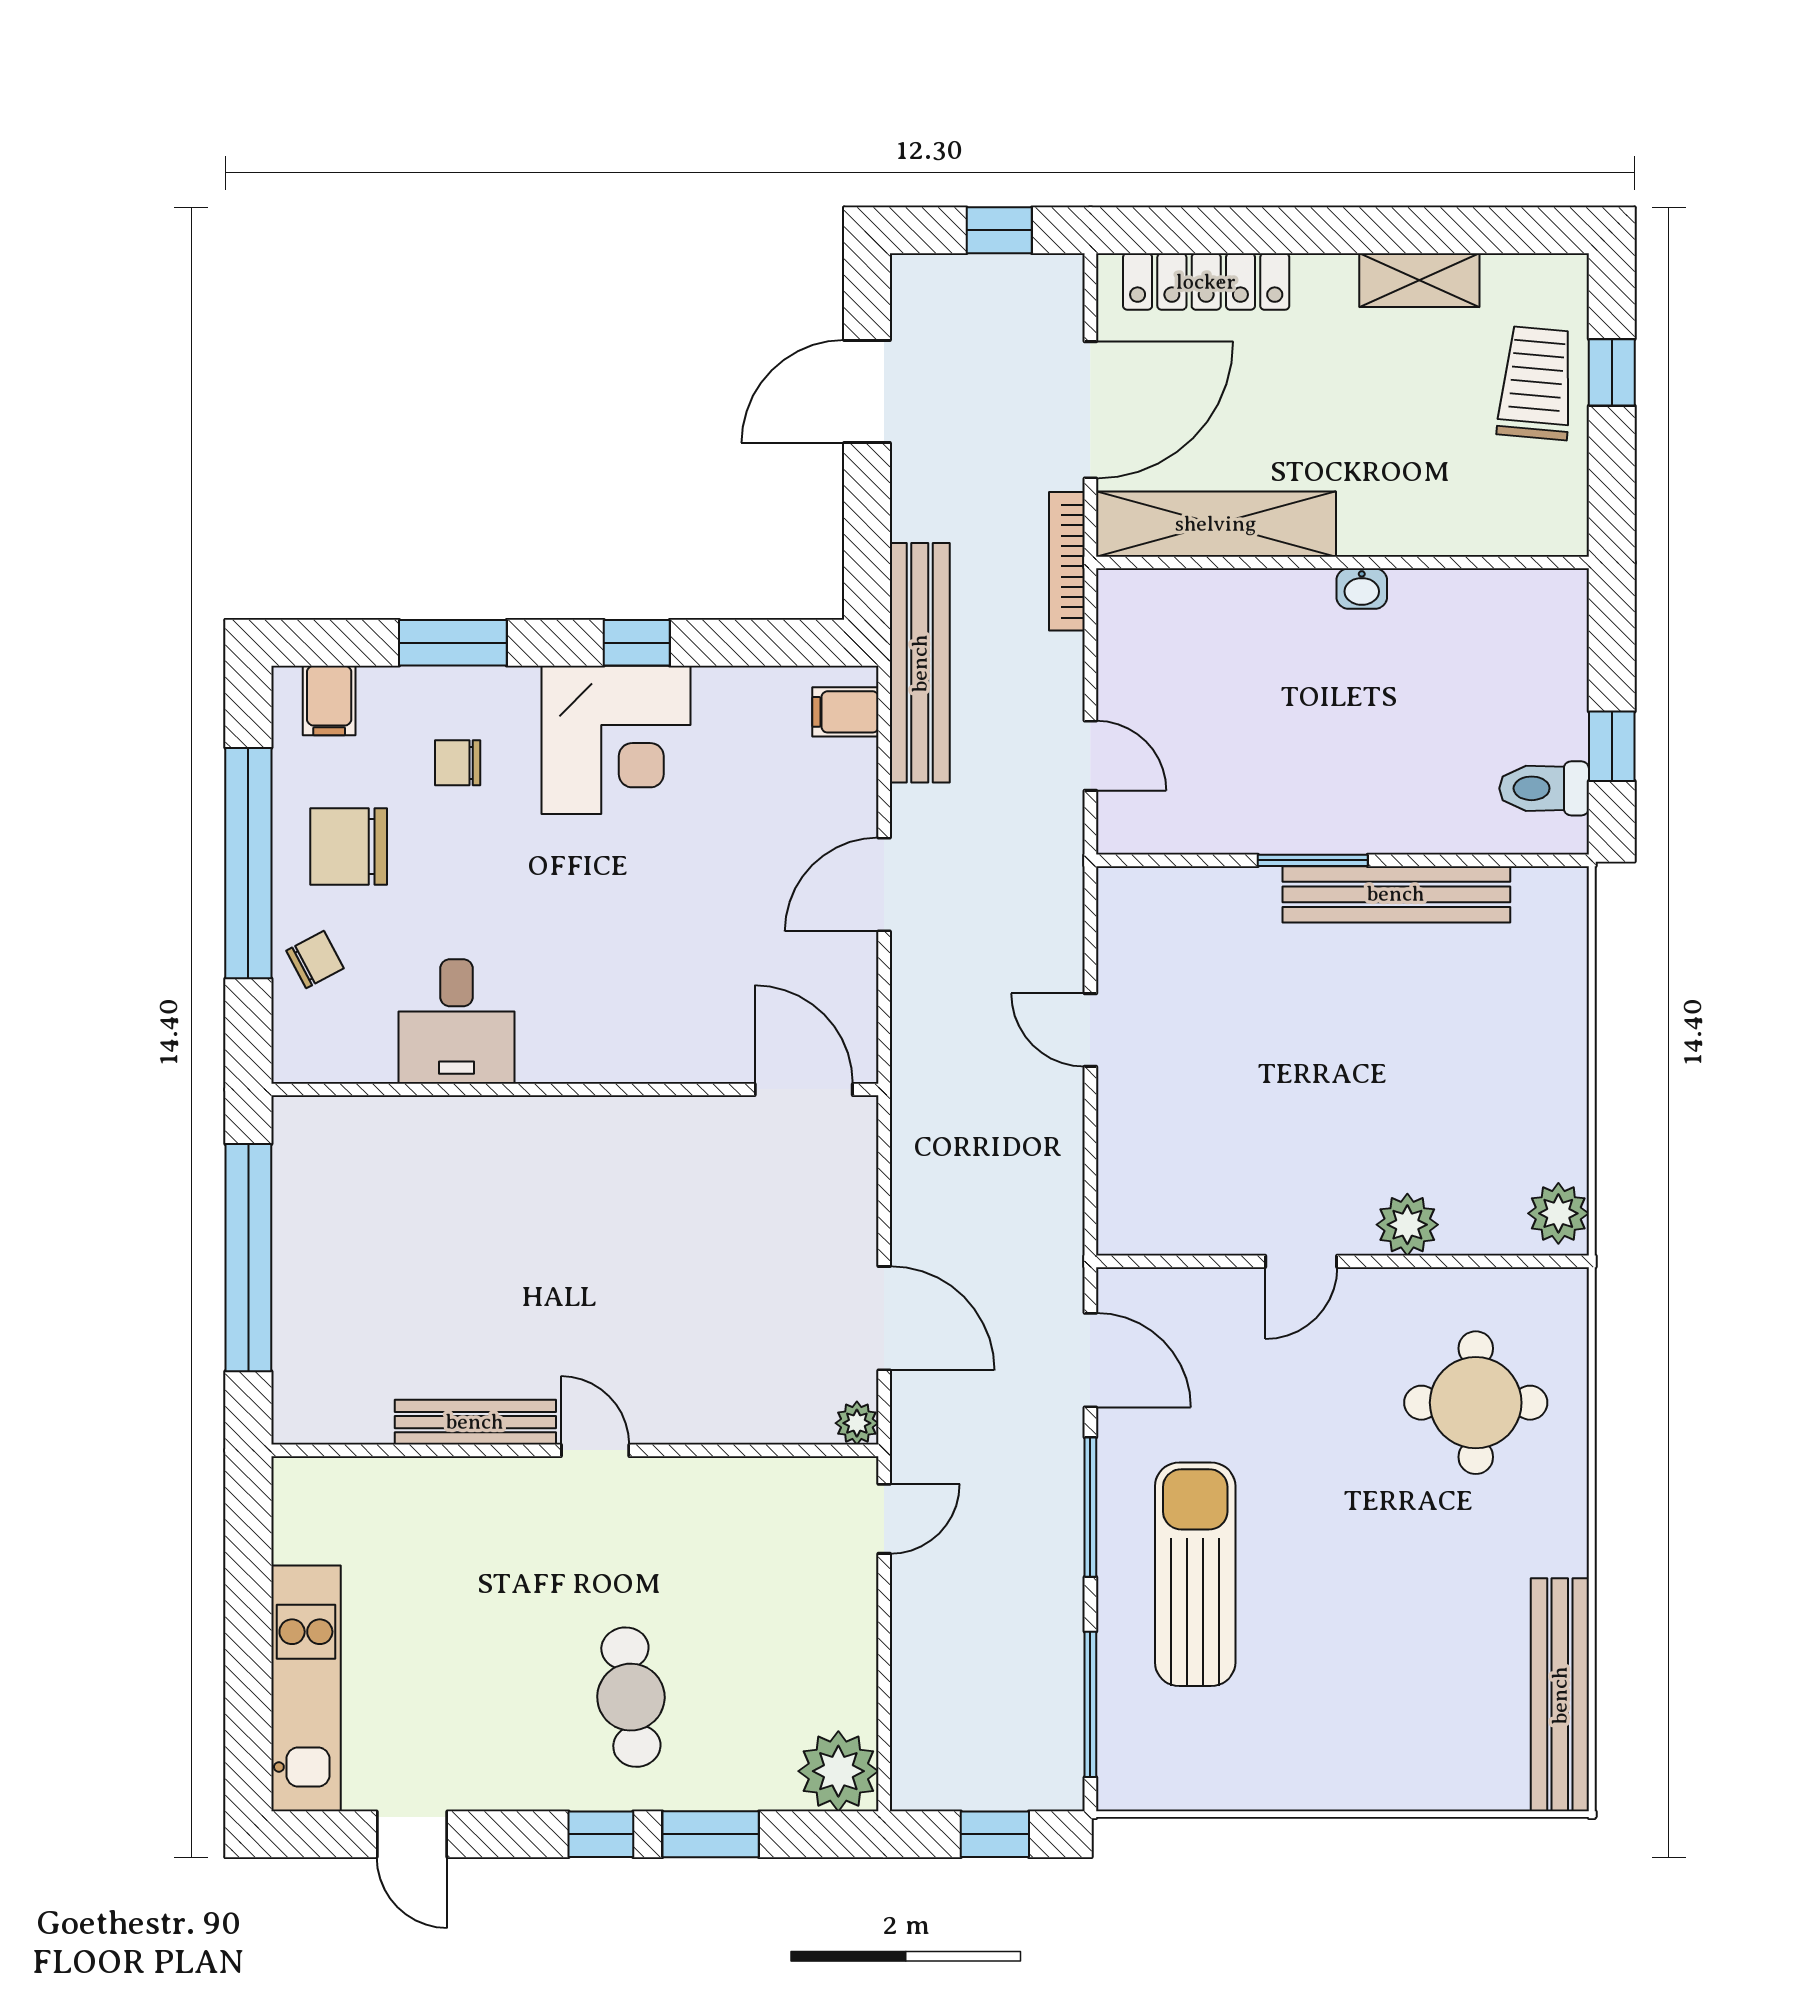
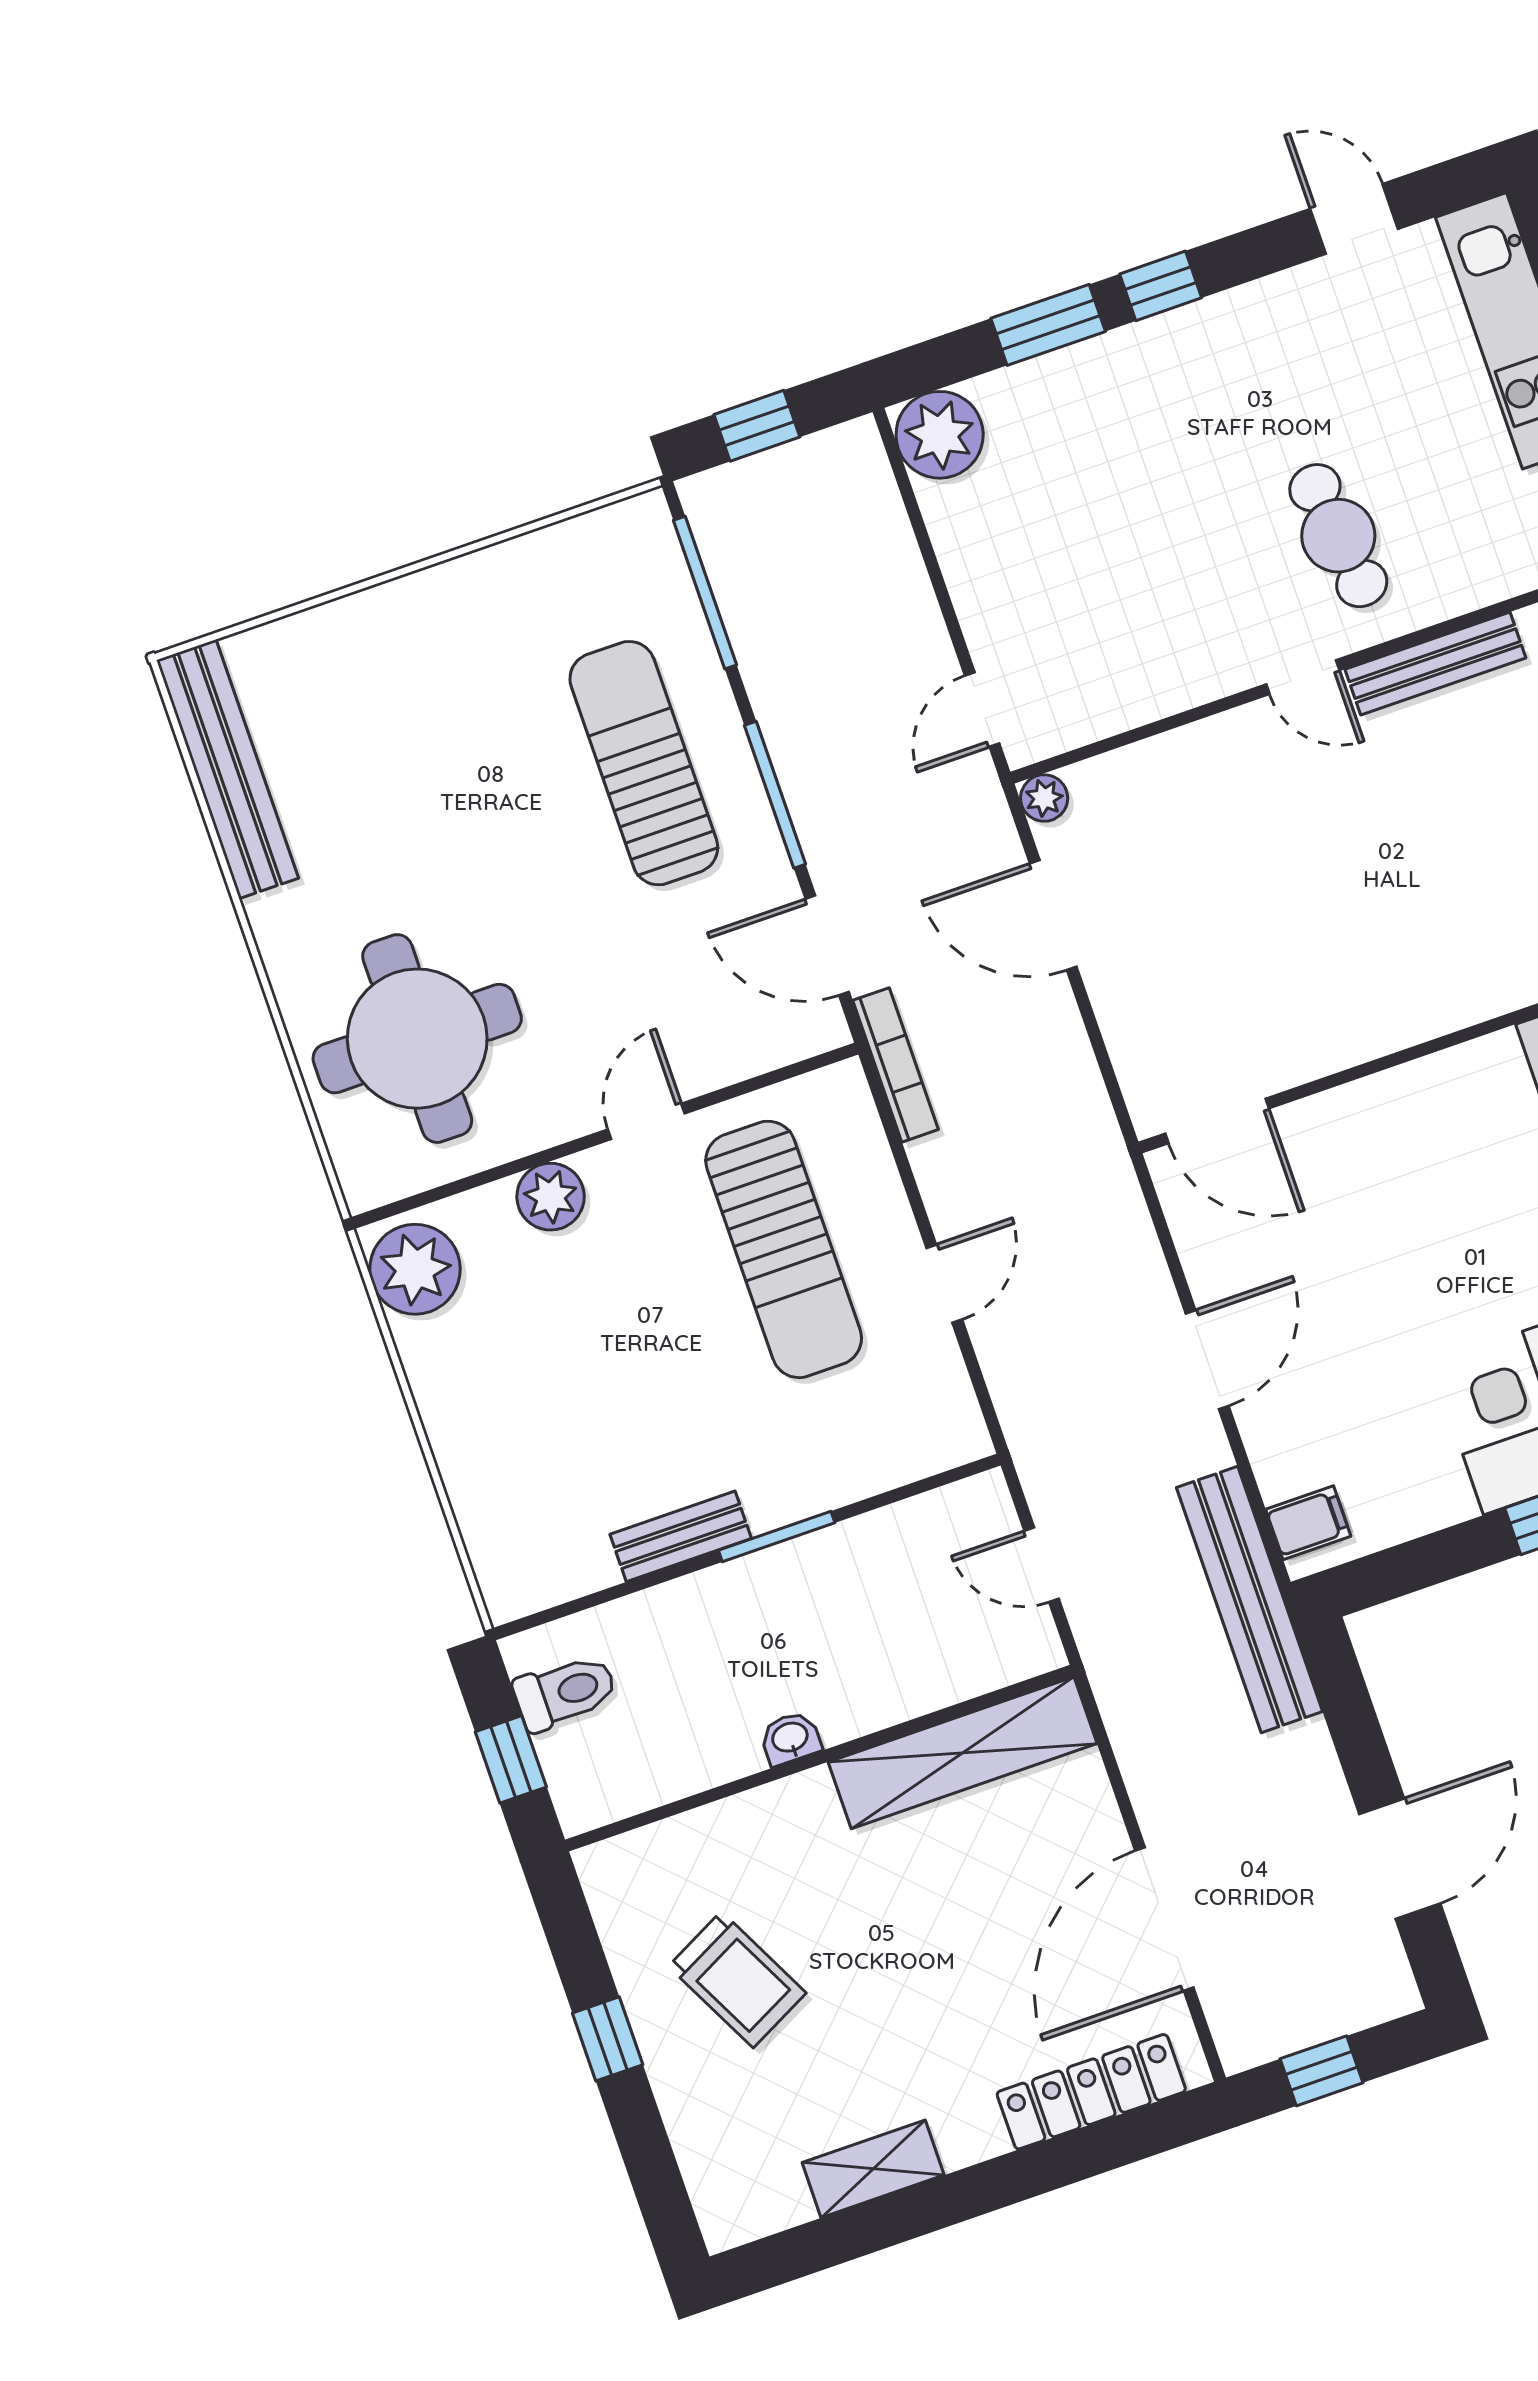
window: (1612, 372) -> (608, 2039), moved
trolley: (1536, 383) -> (737, 1980), moved, turned -32
shelving: (1216, 524) -> (963, 1753), moved
bookcase: (1067, 561) -> (895, 1065), moved
wall: (1342, 562) -> (819, 1758), moved
washbasin: (1362, 589) -> (790, 1738), moved
bench: (1396, 894) -> (681, 1536), width x0.54, depth x0.82
door: (1090, 1030) -> (944, 1284), hinge flipped
sun lounger: (1220, 1108) -> (784, 1249), added
plant: (1558, 1213) -> (415, 1269), width x1.36, depth x1.36
round table: (1476, 1403) -> (417, 1039), width x1.36, depth x1.36
sun lounger: (1195, 1574) -> (644, 763), turned 180
cafe table: (631, 1697) -> (1338, 536), moved

